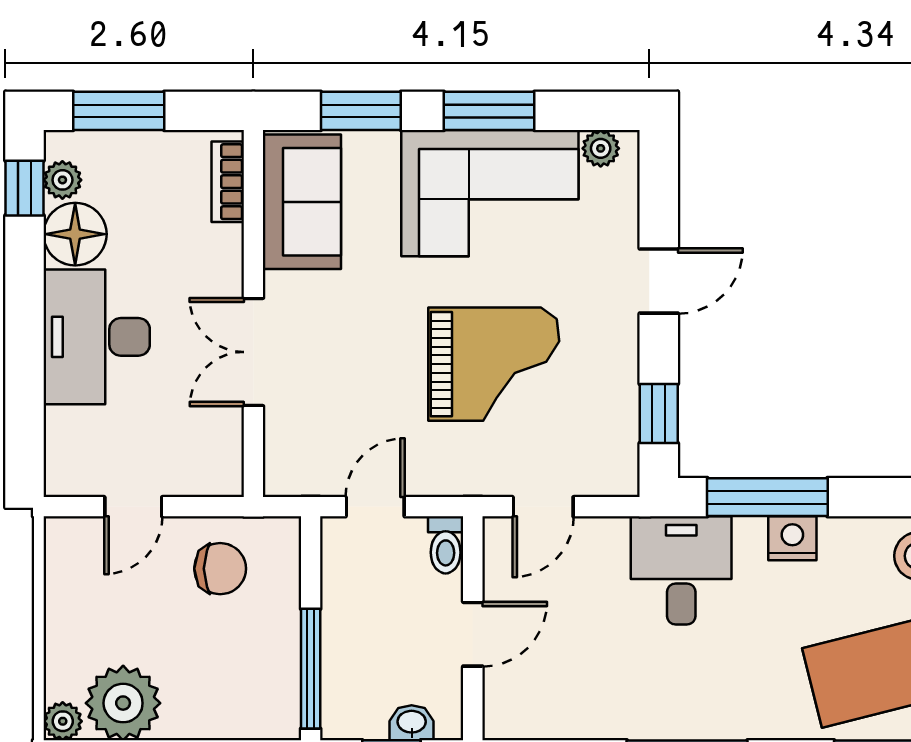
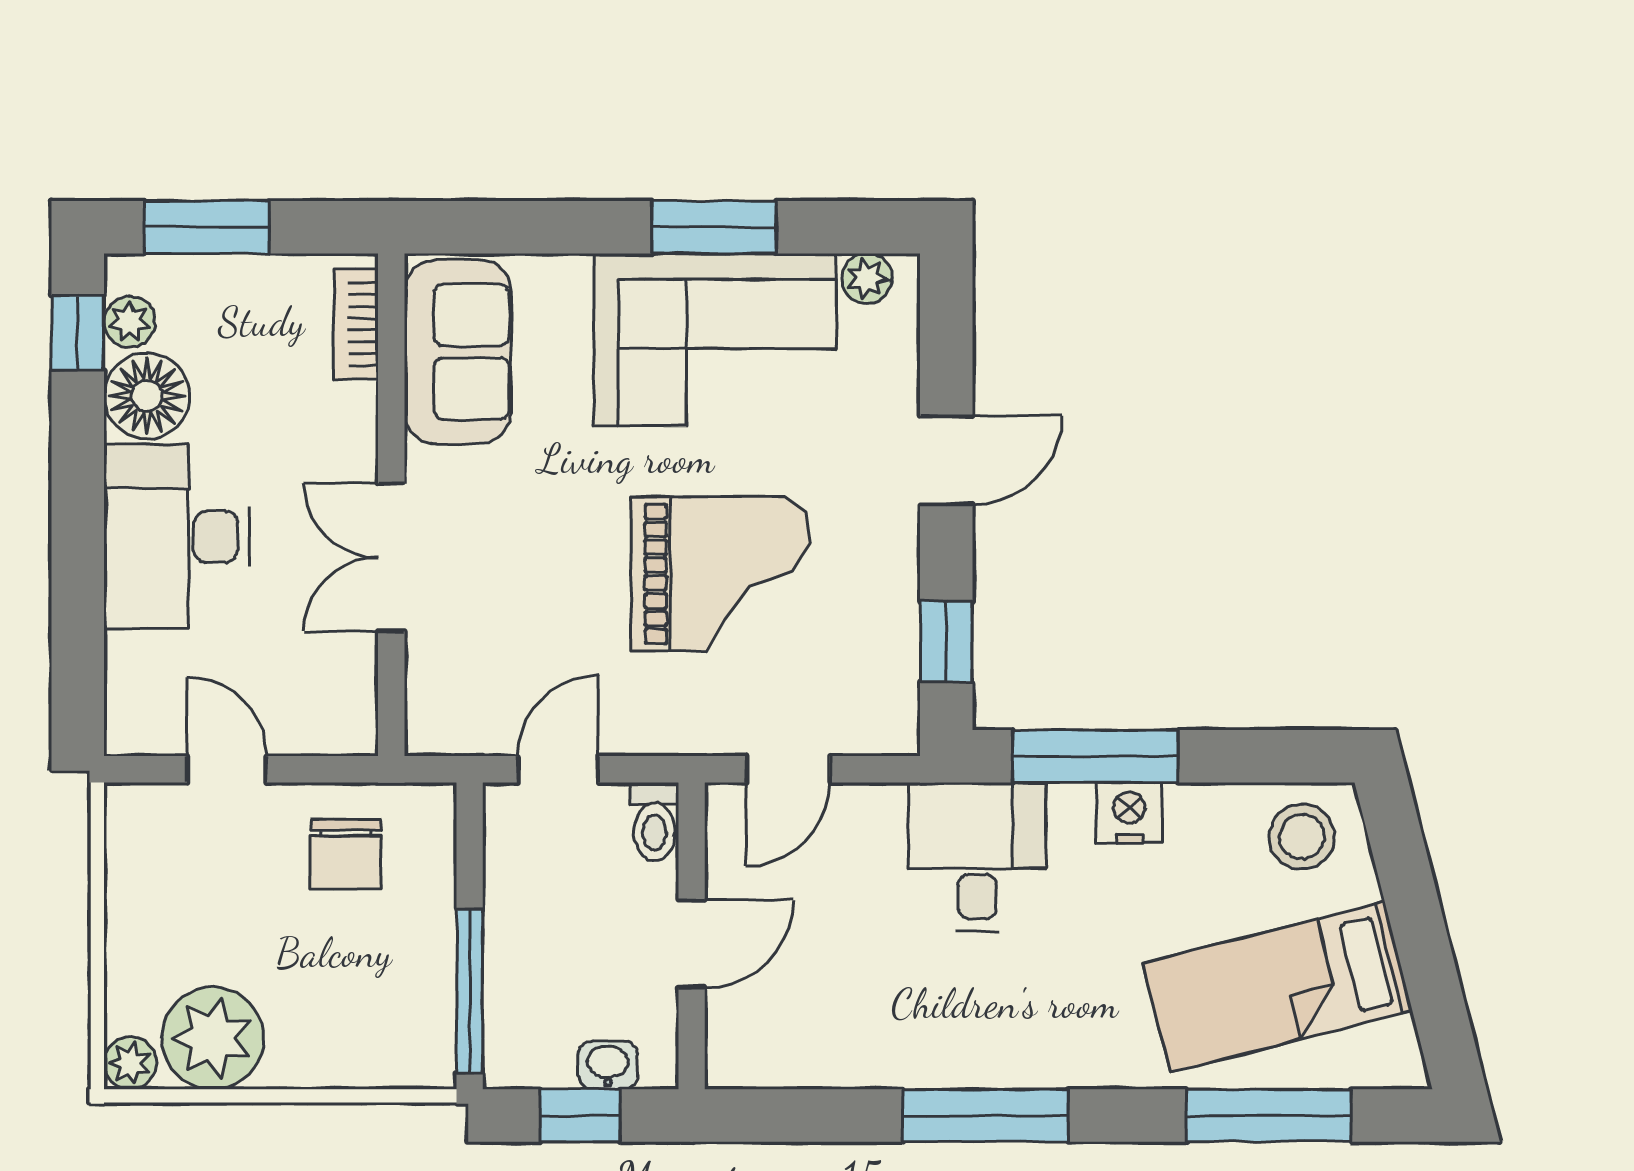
window: (361, 111) -> (538, 227), removed
door: (133, 507) -> (227, 769), swing flipped
chair: (220, 569) -> (346, 854), turned 90

